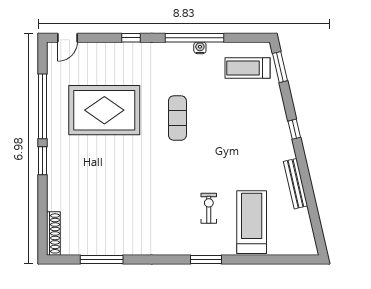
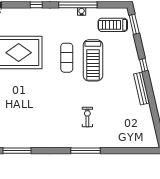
bench: (296, 184) -> (142, 88), moved
treadmill: (252, 222) -> (93, 60), moved, turned 180
window: (206, 259) -> (85, 151), width x1.44

